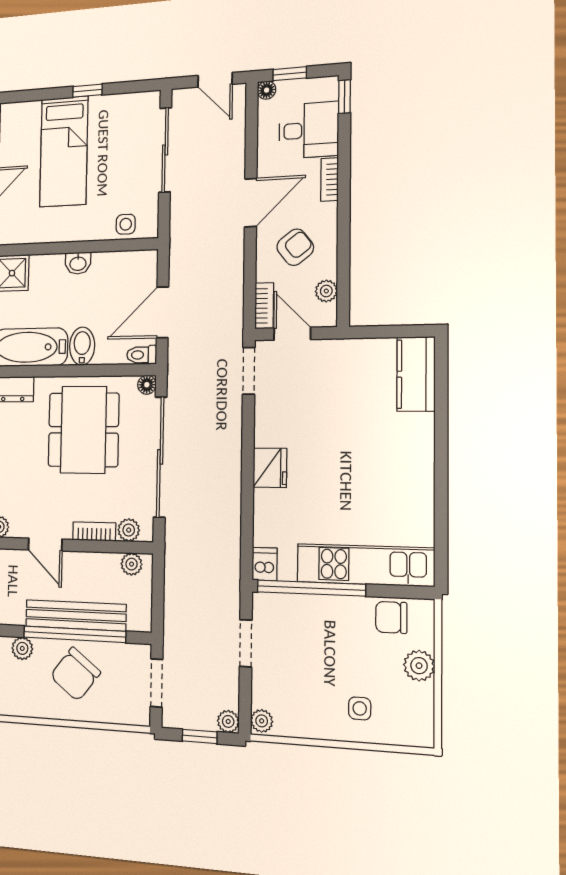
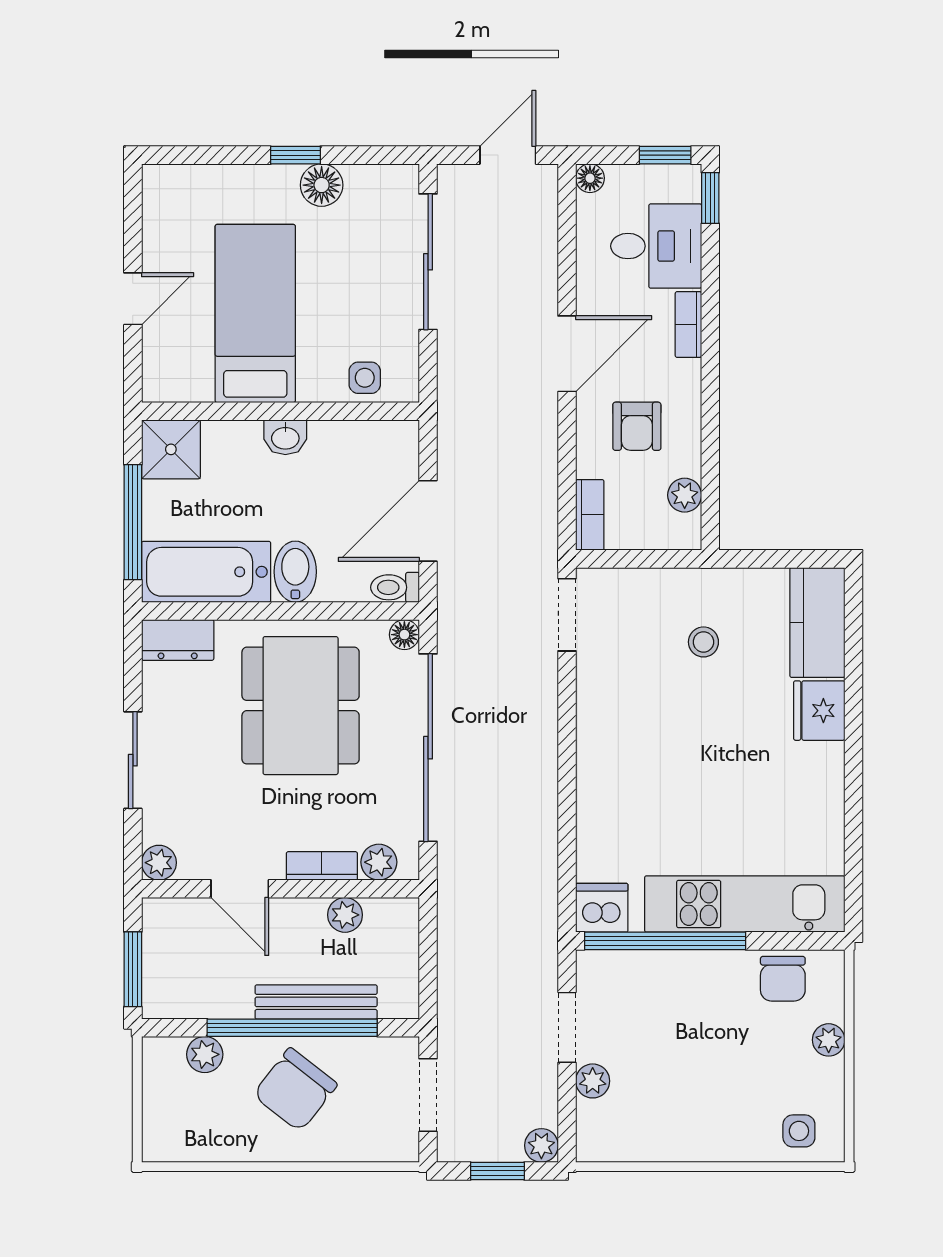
window: (290, 74) -> (665, 155), moved
door: (215, 80) -> (508, 155), swing flipped
floor lamp: (102, 108) -> (322, 185), added
bed: (64, 151) -> (255, 314), moved, turned 180
armchair: (295, 247) -> (637, 426), turned 128
door: (292, 334) -> (634, 559), removed
stool: (338, 388) -> (703, 642), added
fridge: (270, 468) -> (819, 711), moved, turned 180
plant: (132, 564) -> (345, 915), moved
dishwasher: (265, 564) -> (602, 908), width x1.38
bench: (76, 615) -> (316, 1002), width x0.73, depth x0.82
chair: (391, 617) -> (783, 979), turned -90
plant: (419, 666) -> (829, 1040), width x0.73, depth x0.73
side table: (360, 708) -> (799, 1131), moved
plant: (262, 721) -> (593, 1081), moved

